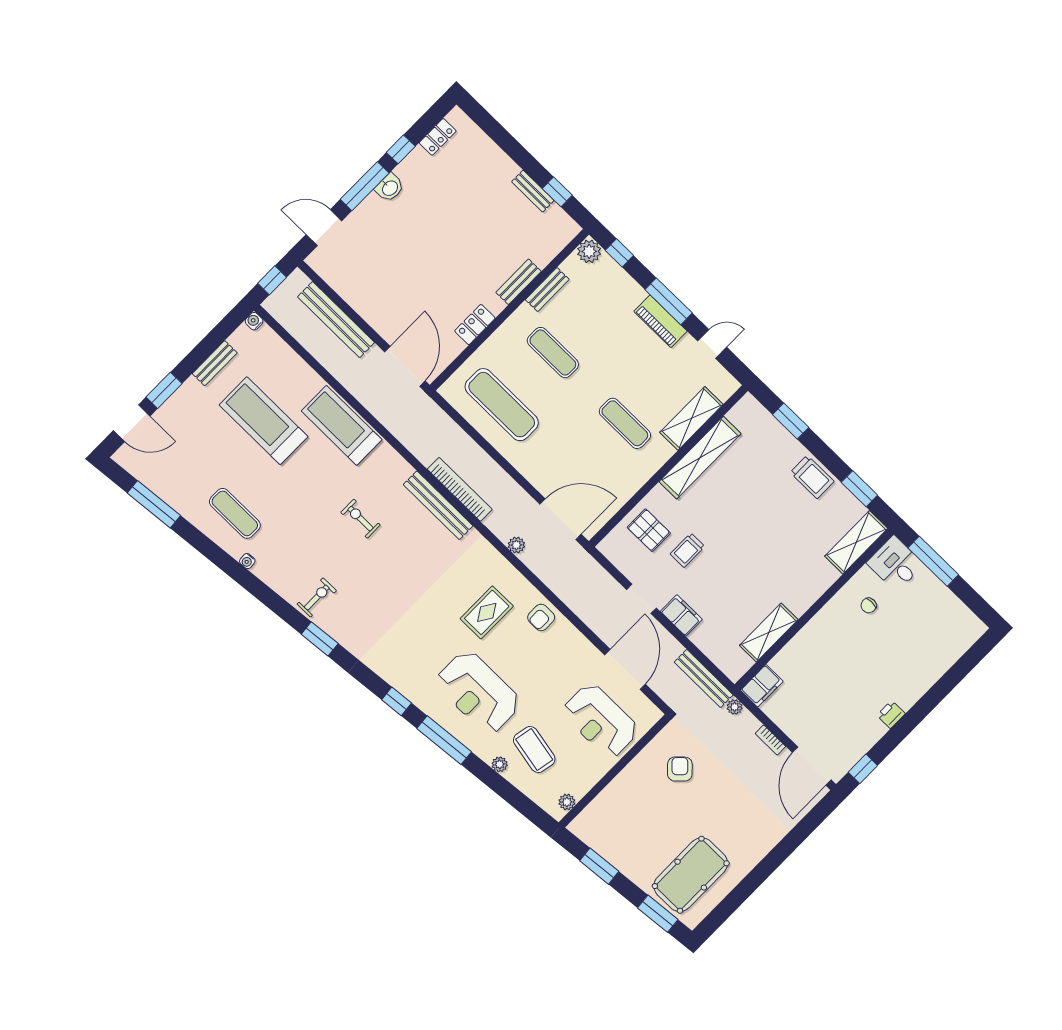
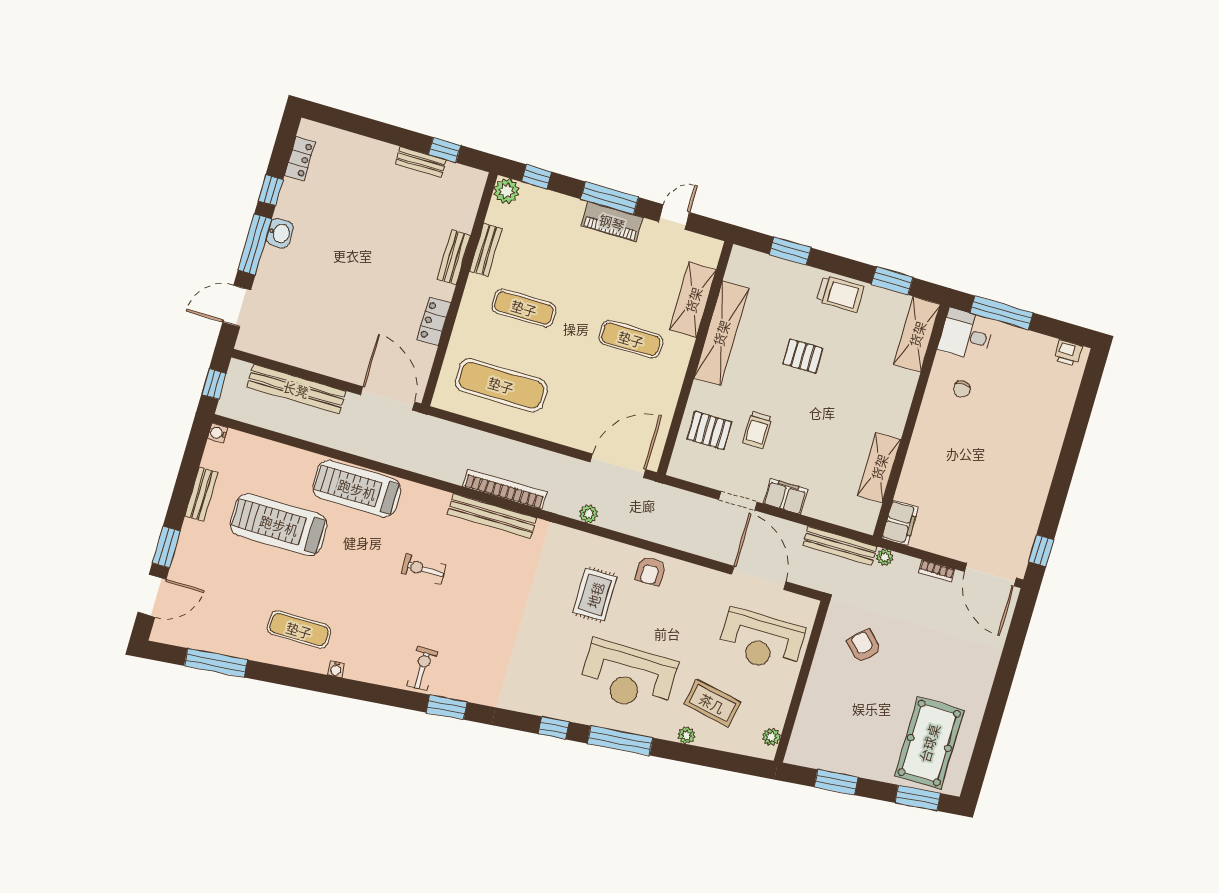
pallet: (756, 511) -> (803, 356), added
printer: (891, 714) -> (1068, 353), moved, turned -90

